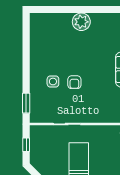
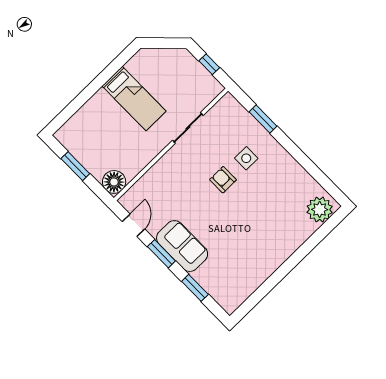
plant: (81, 22) -> (320, 209), moved
window: (26, 103) -> (263, 119), moved

